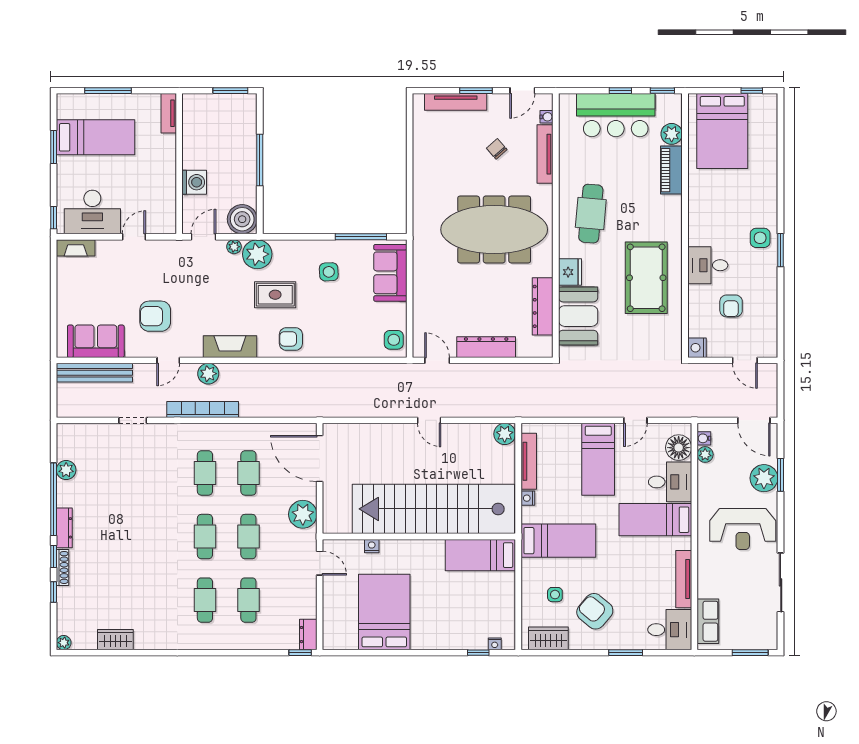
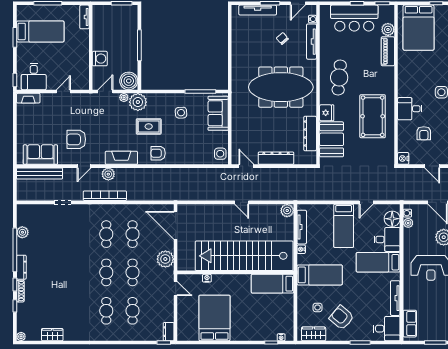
desk: (92, 212) -> (34, 77), width x0.73

